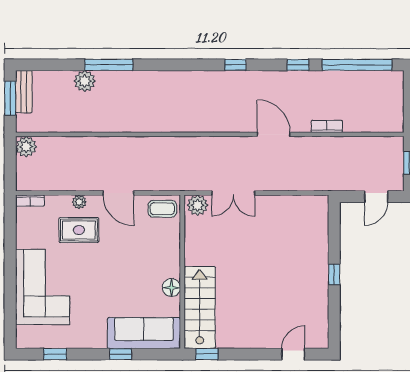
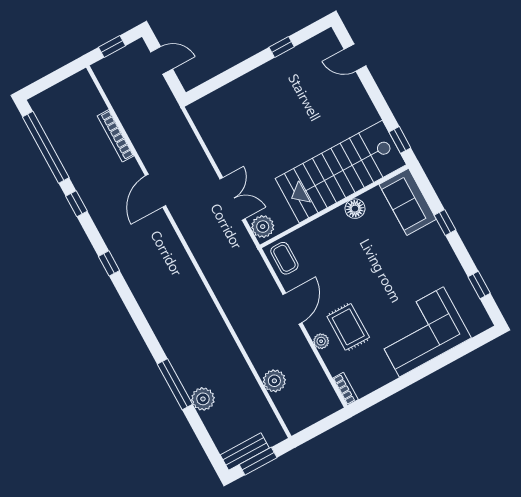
bookcase: (327, 126) -> (116, 136), width x1.56
plant: (26, 147) -> (274, 381), moved
window: (334, 274) -> (282, 47), moved
stairs: (200, 307) -> (341, 172), width x1.36, depth x1.51
sofa: (144, 333) -> (408, 202), width x0.73

